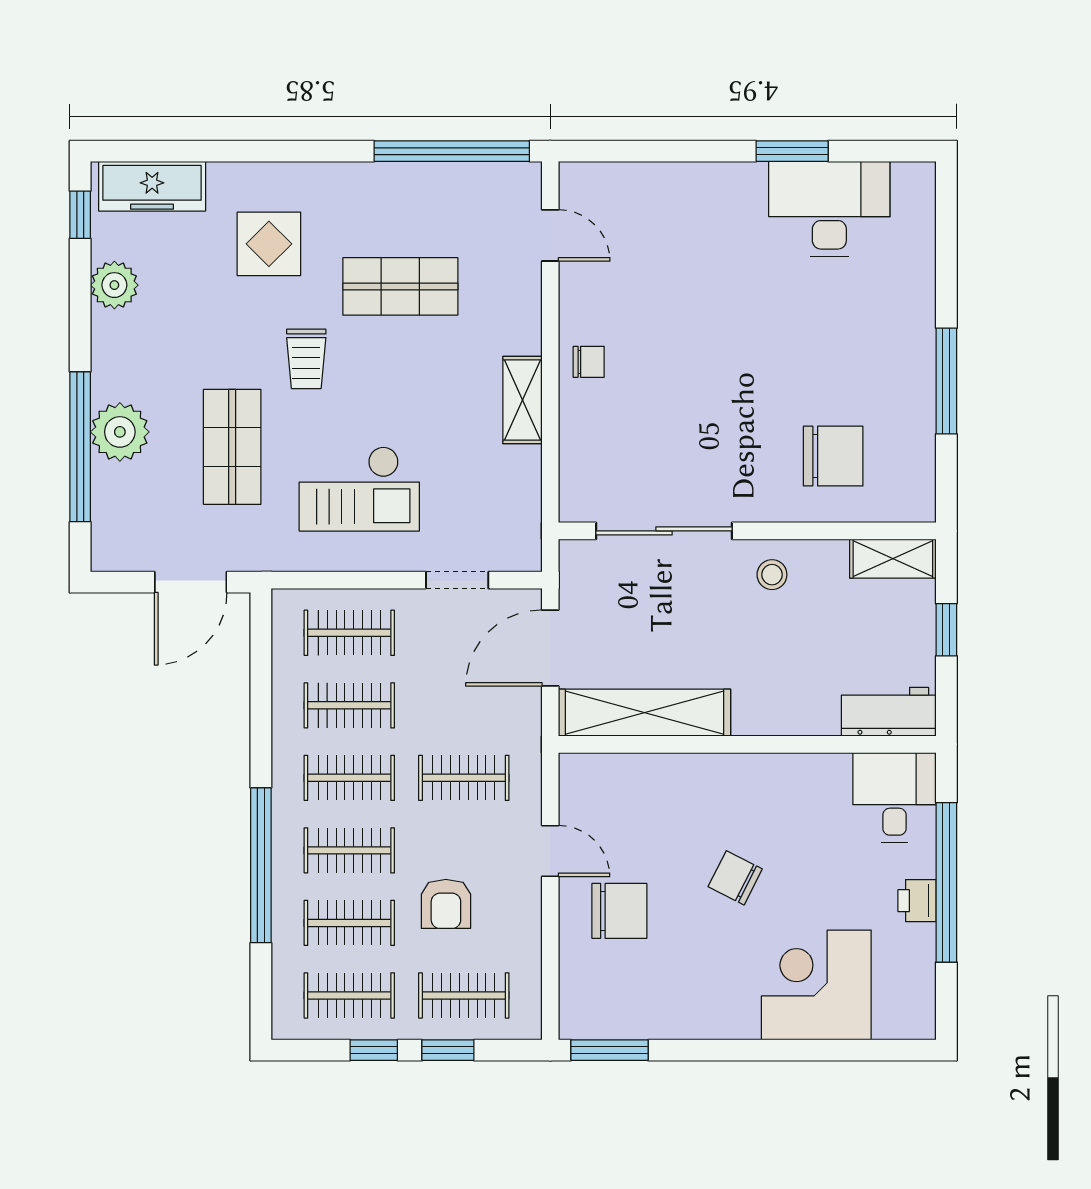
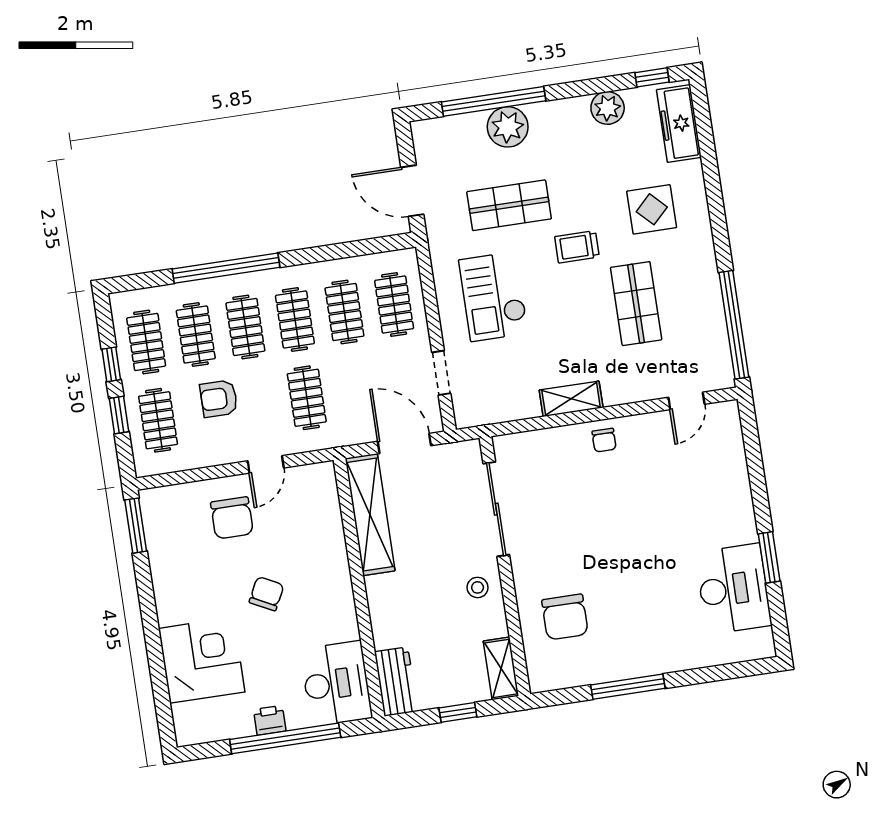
desk: (894, 797) -> (336, 684), width x1.37

